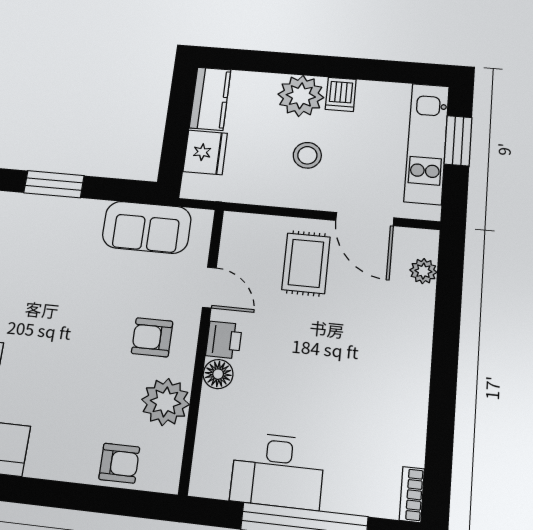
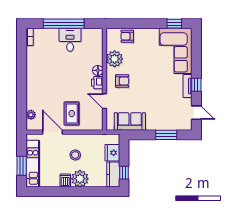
window: (181, 101) -> (124, 173), added
desk: (278, 471) -> (70, 40), width x0.73

